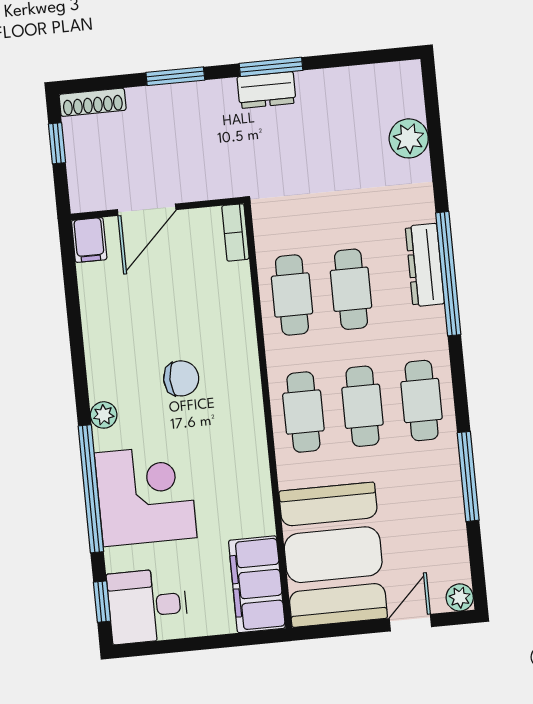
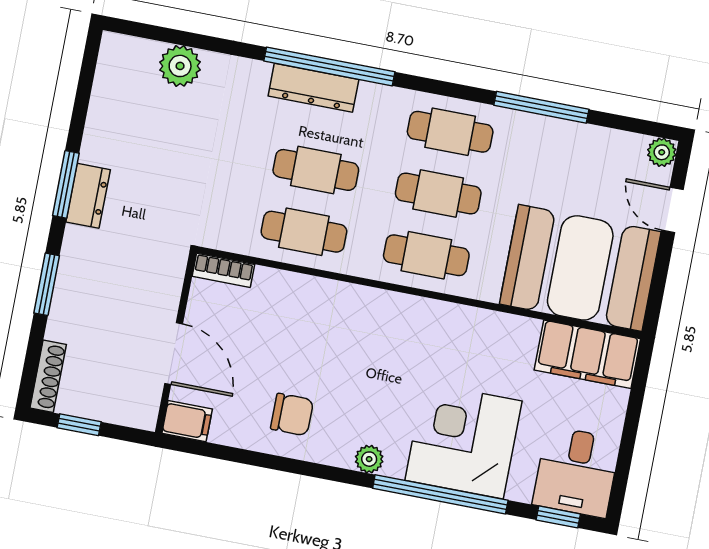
chair: (181, 378) -> (292, 414), moved, turned 90

